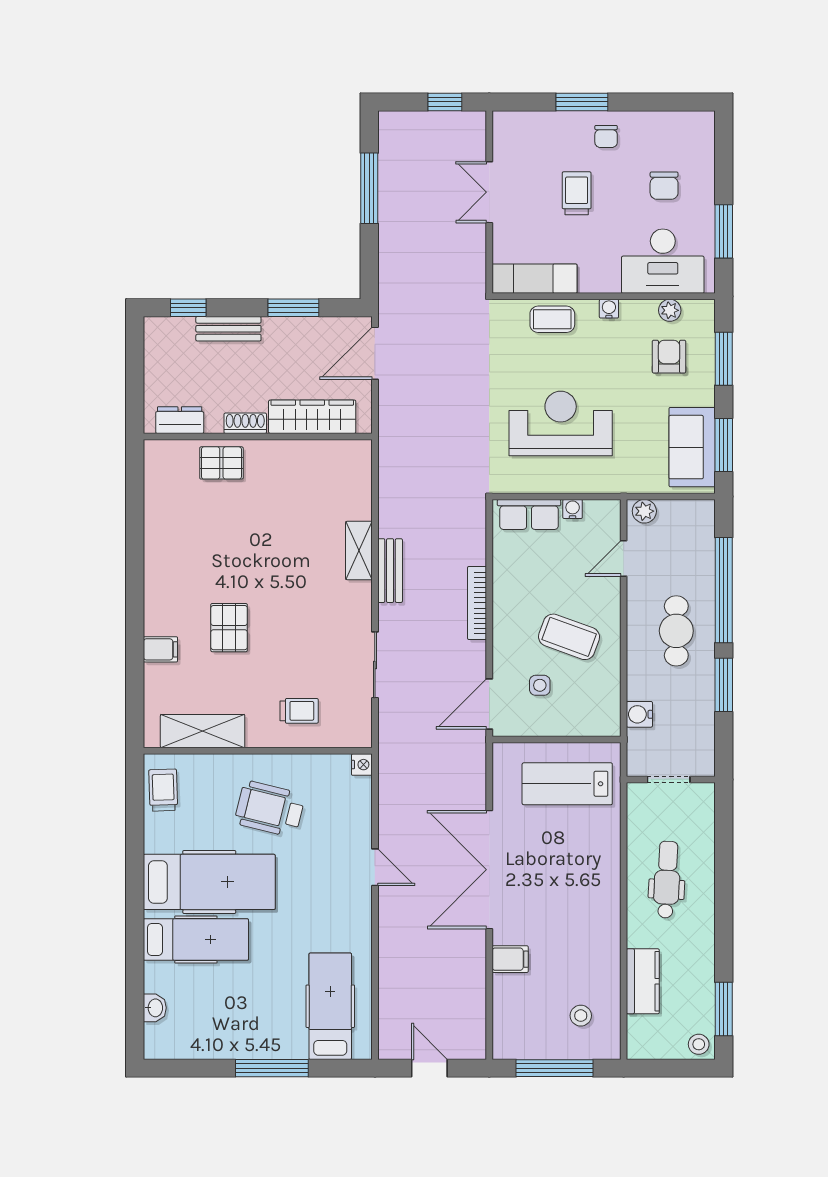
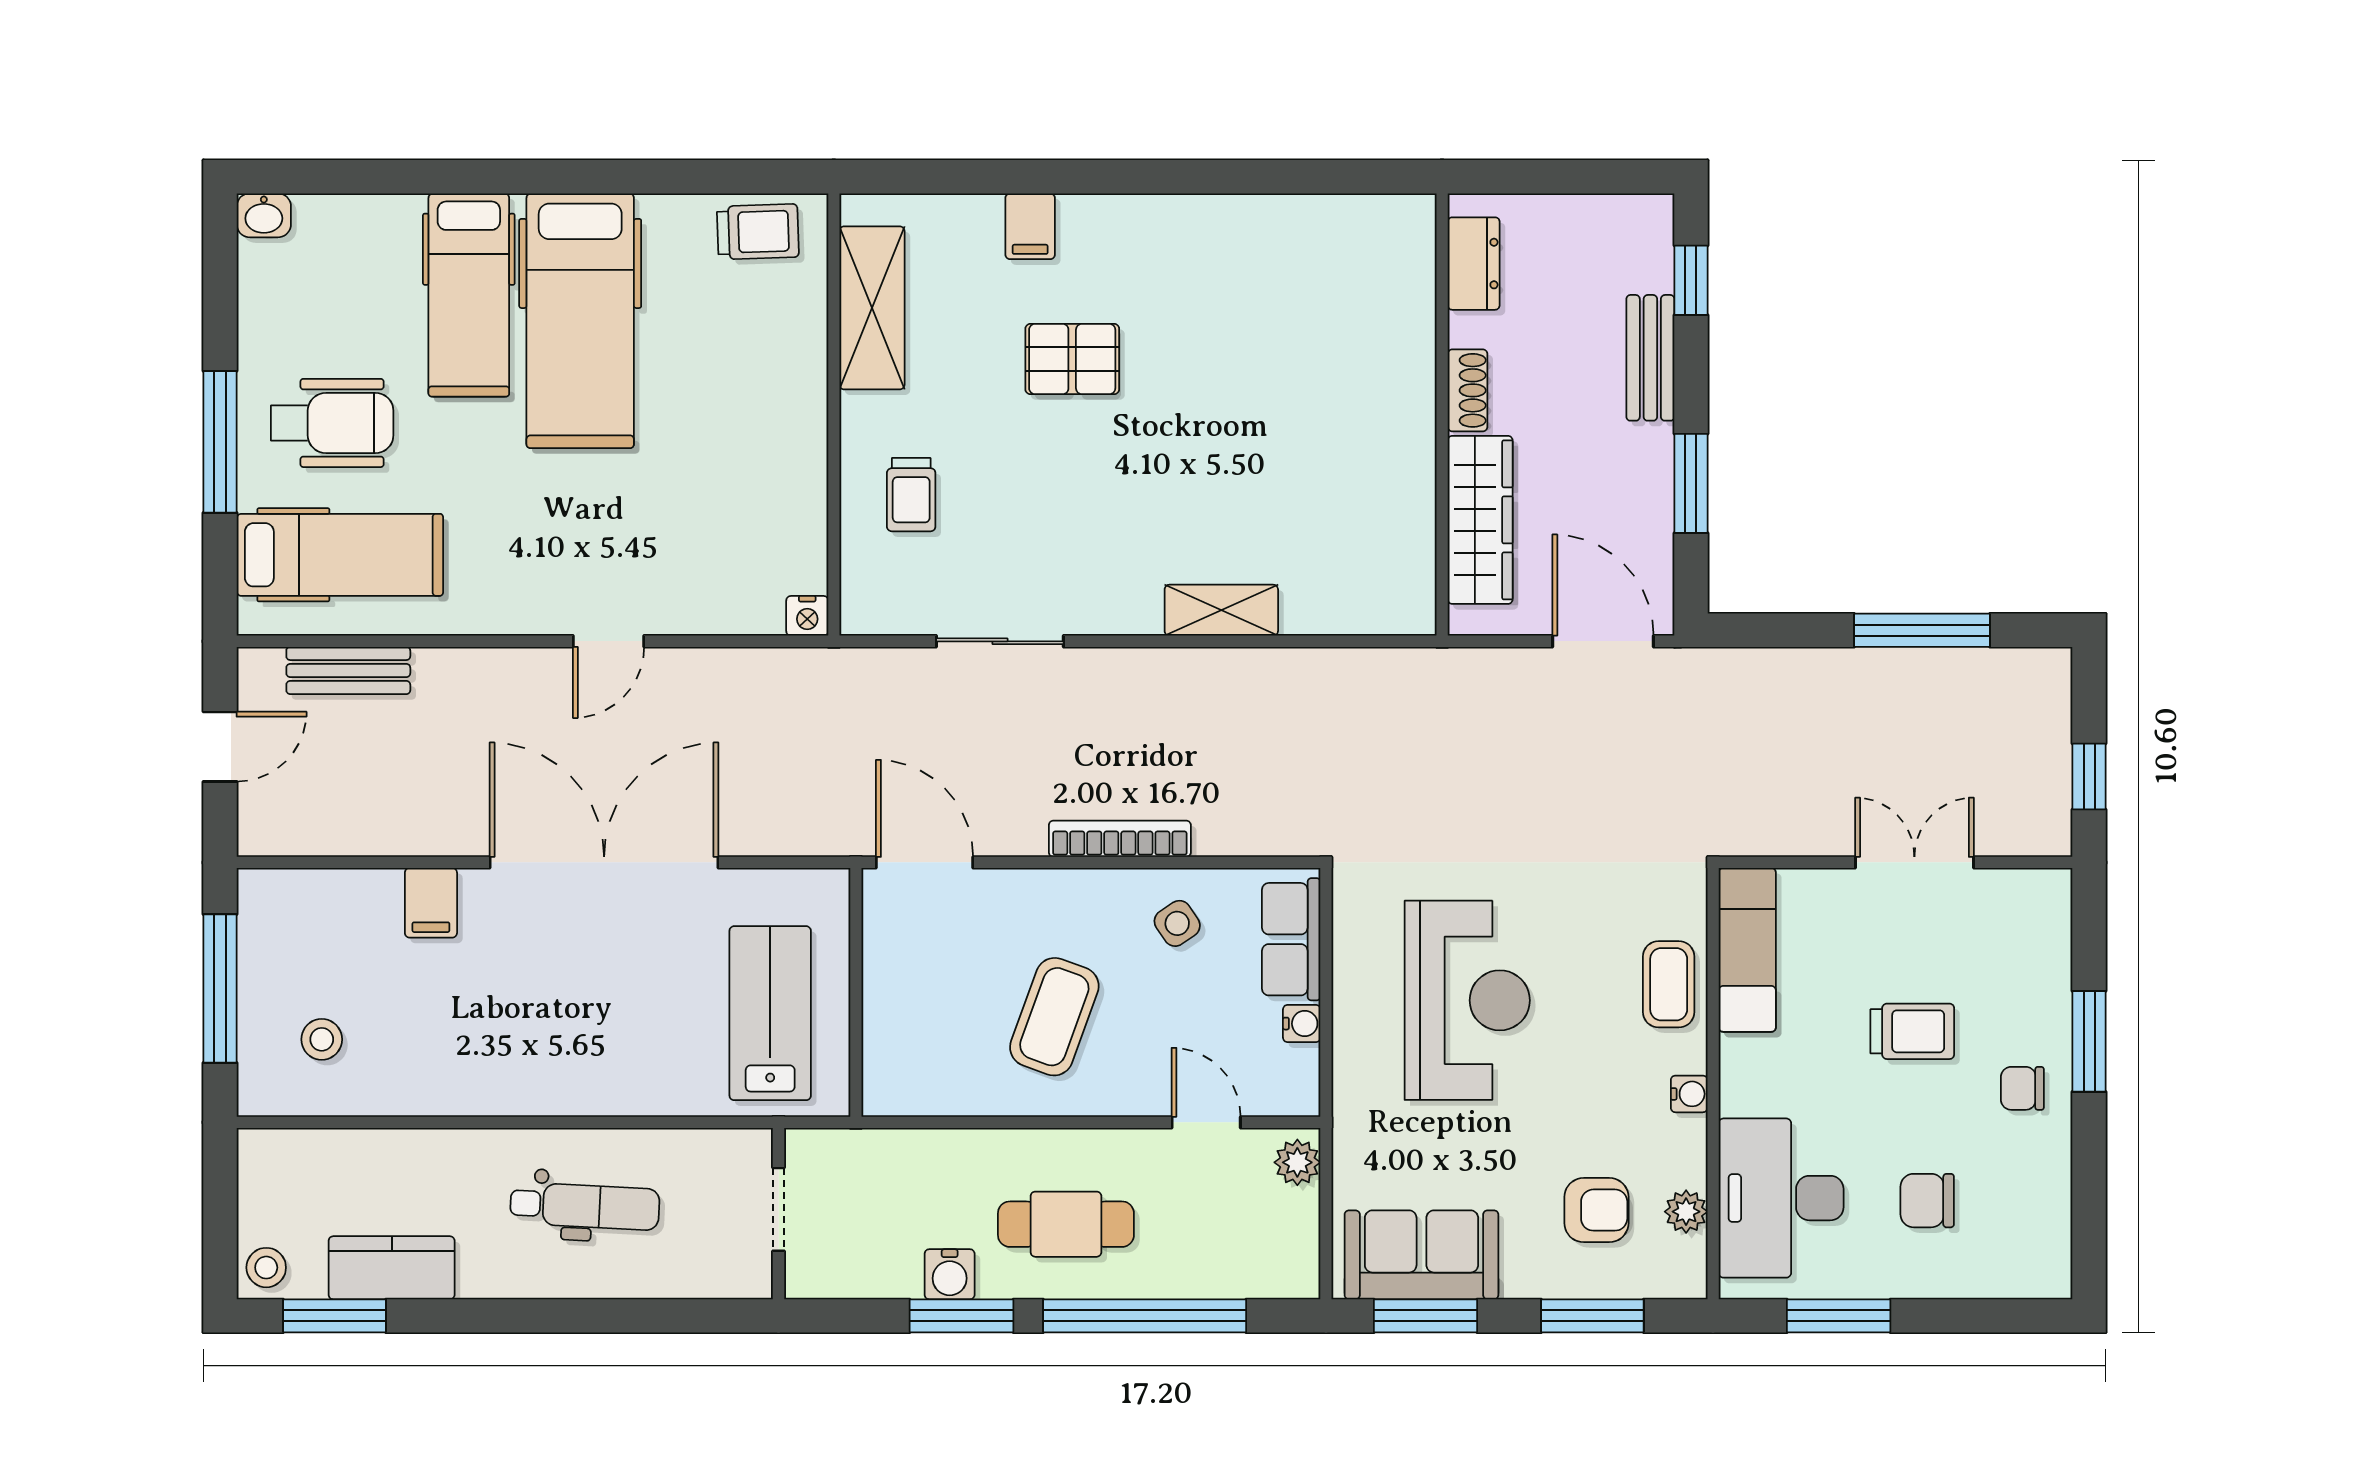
pallet: (221, 463) -> (1391, 344), removed
bench: (390, 571) -> (348, 670), moved
side table: (540, 685) -> (1177, 923), moved, turned -34
water cooler: (639, 714) -> (950, 1274), moved, turned 180
wheelchair: (270, 809) -> (332, 423), moved, turned 76
kitchen counter: (643, 981) -> (392, 1268), moved, turned 180
washbasin: (155, 1008) -> (264, 215), moved

